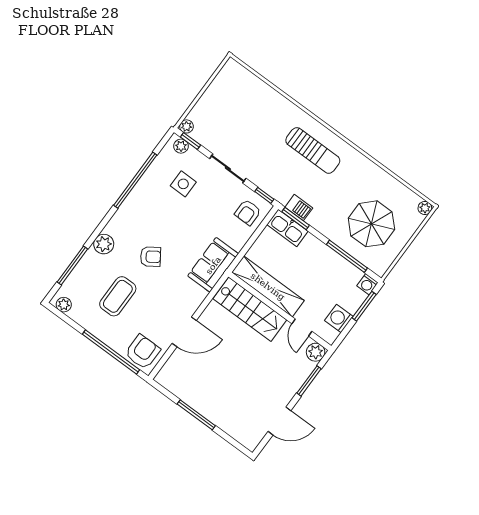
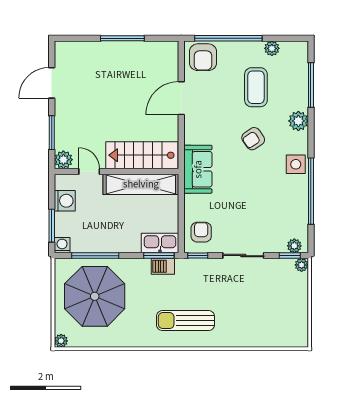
side table: (183, 184) -> (296, 164), moved
parasol: (371, 224) -> (95, 296), width x1.36, depth x1.36
plant: (64, 305) -> (272, 48), moved

